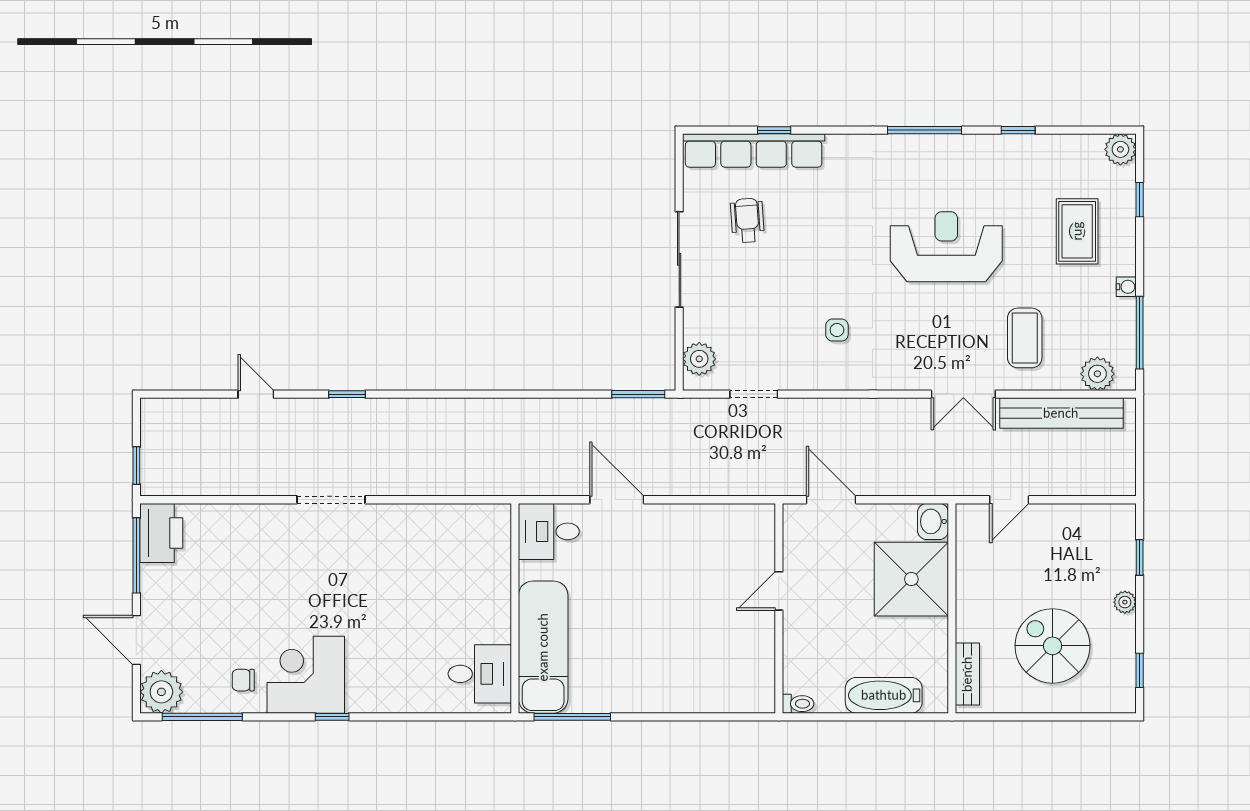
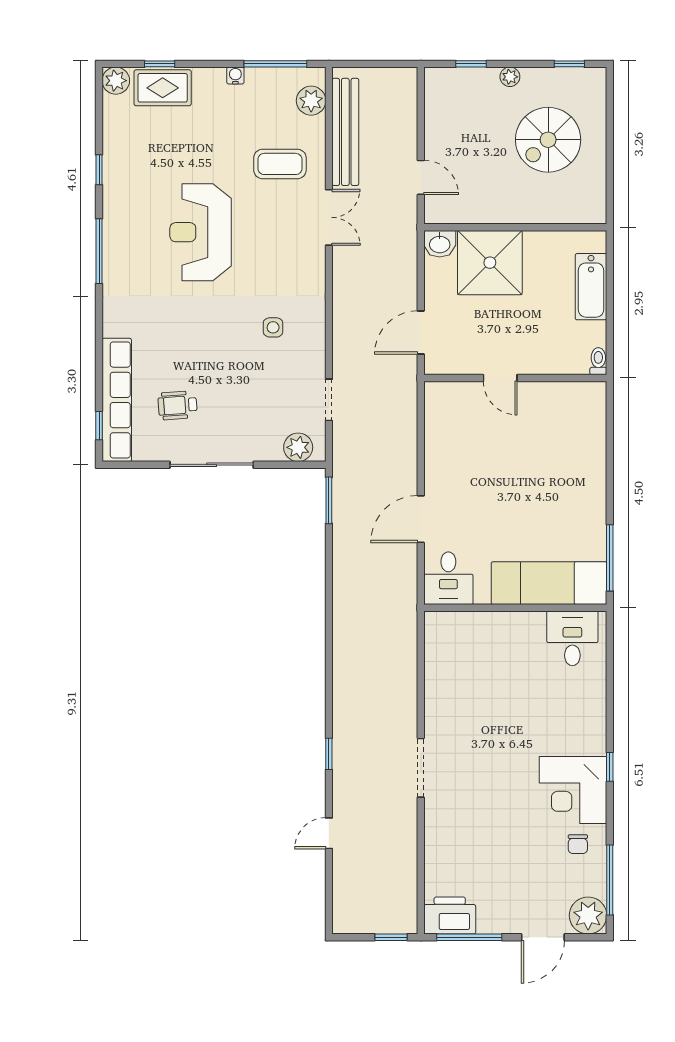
window: (774, 130) -> (99, 426), moved
rug: (1077, 231) -> (163, 88), moved
bench: (967, 674) -> (572, 214), removed

